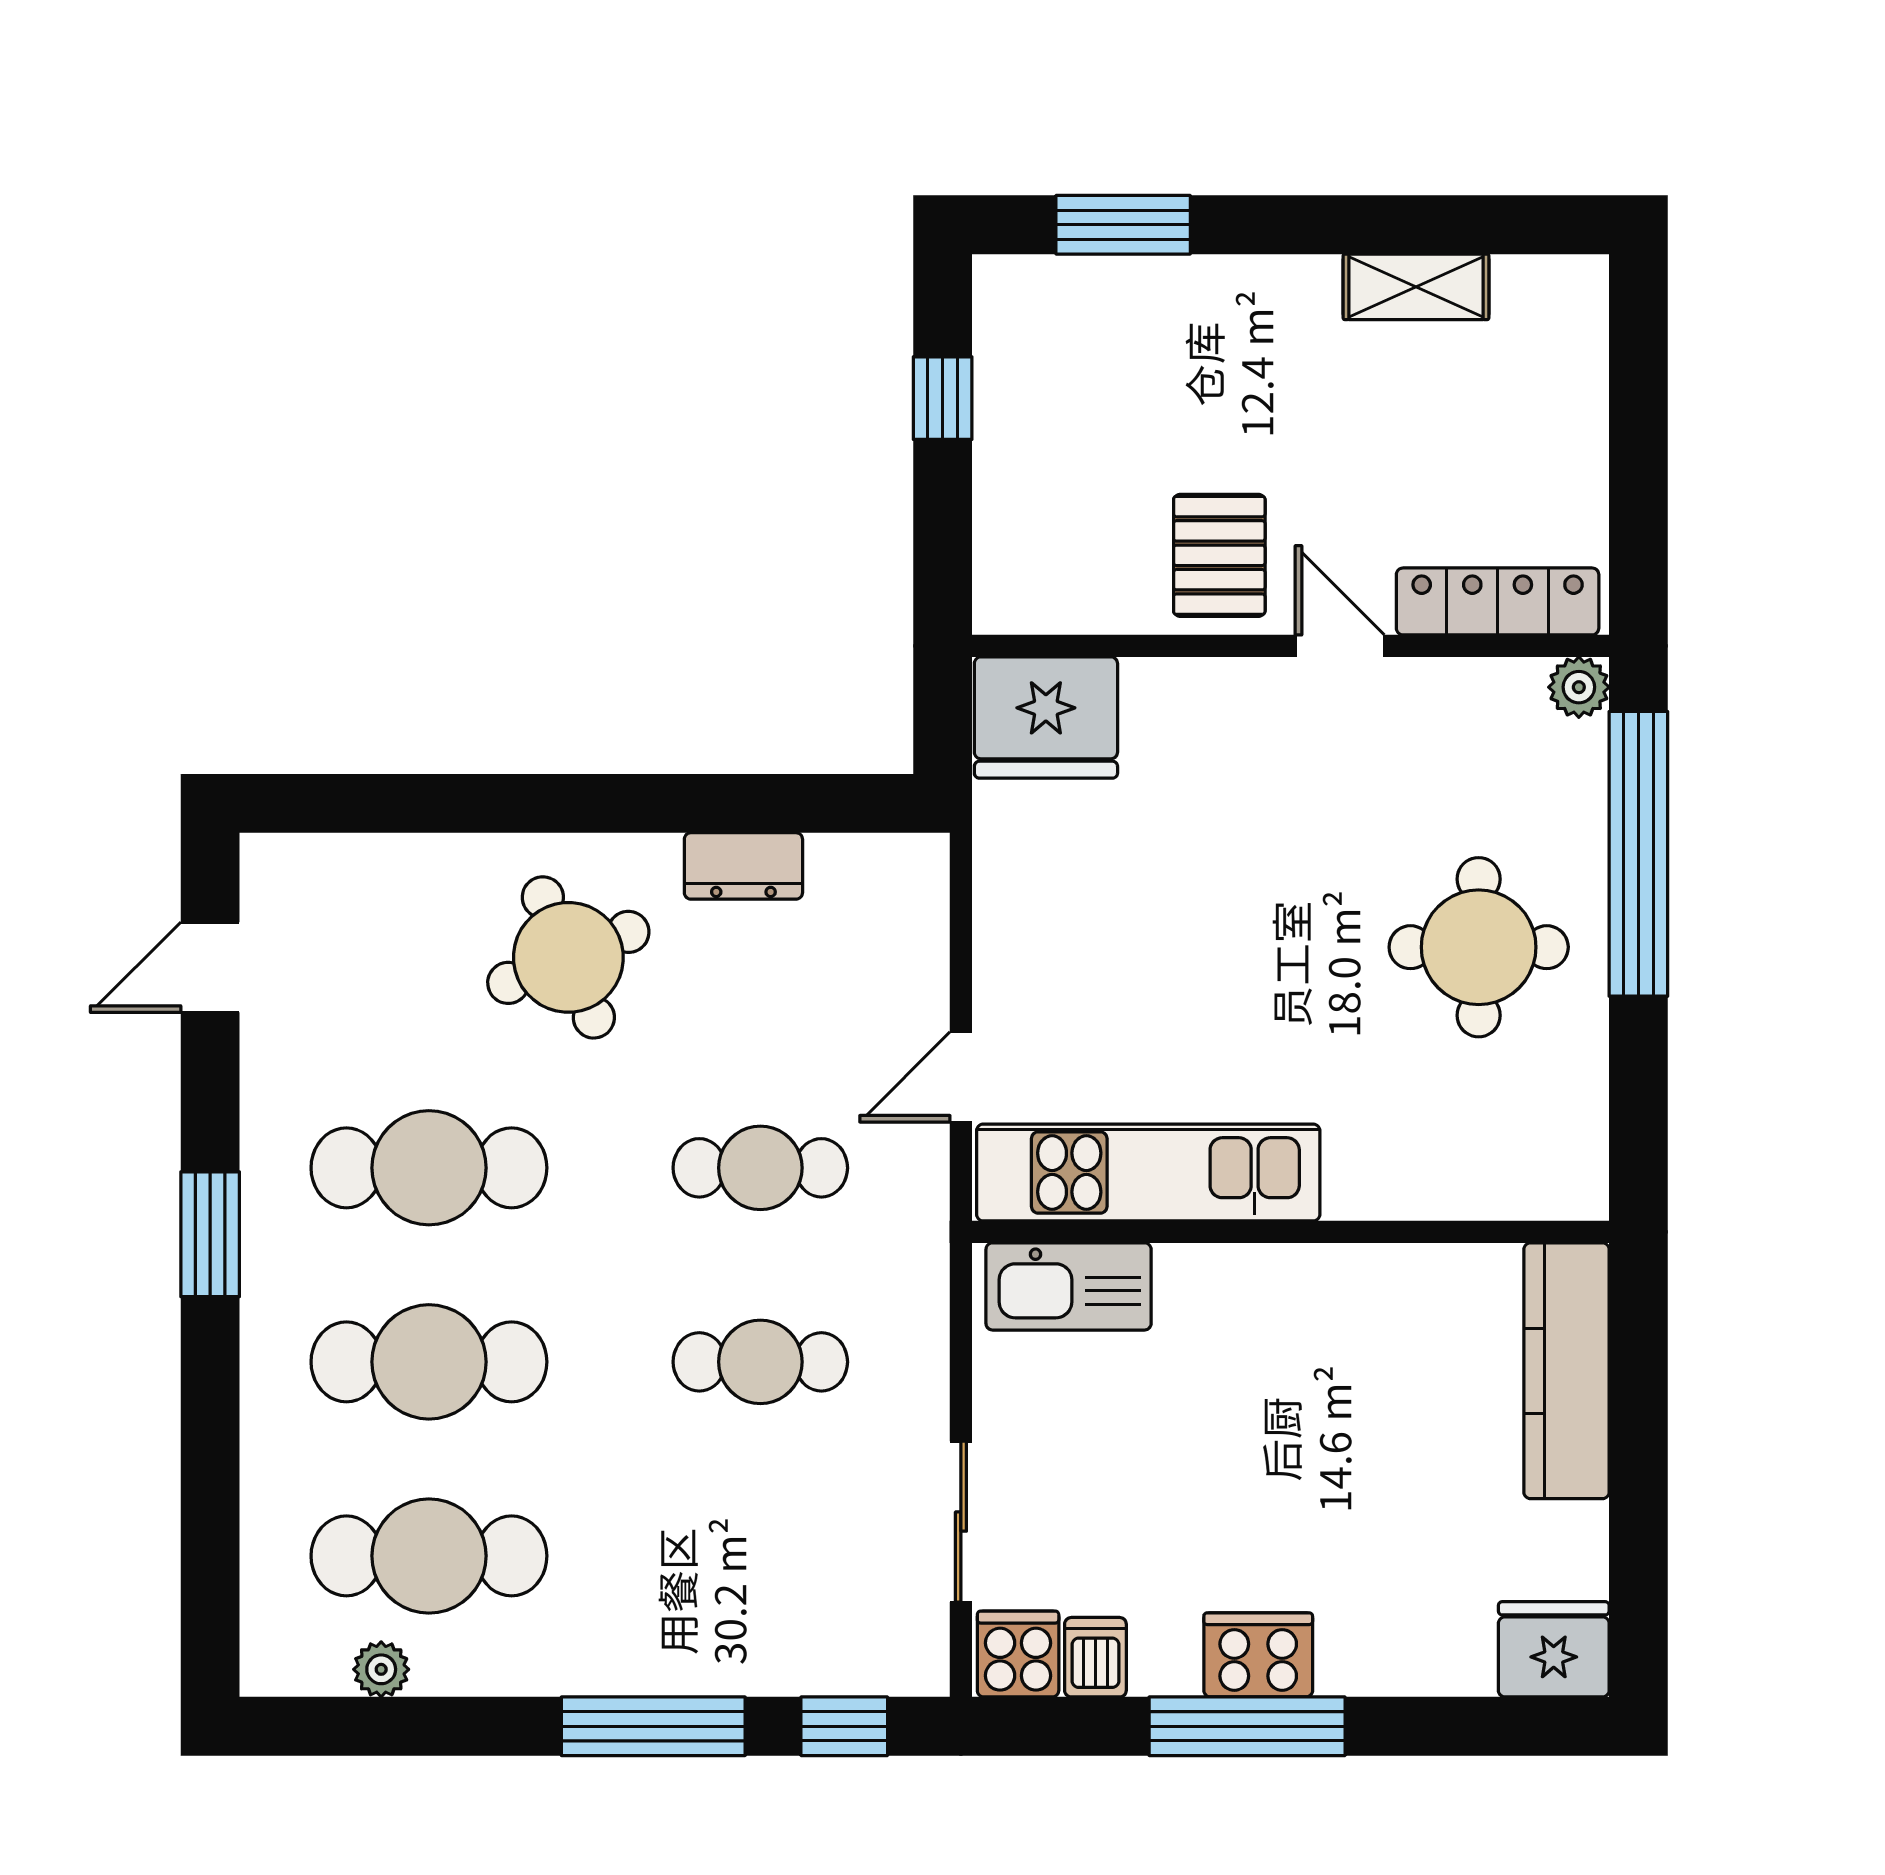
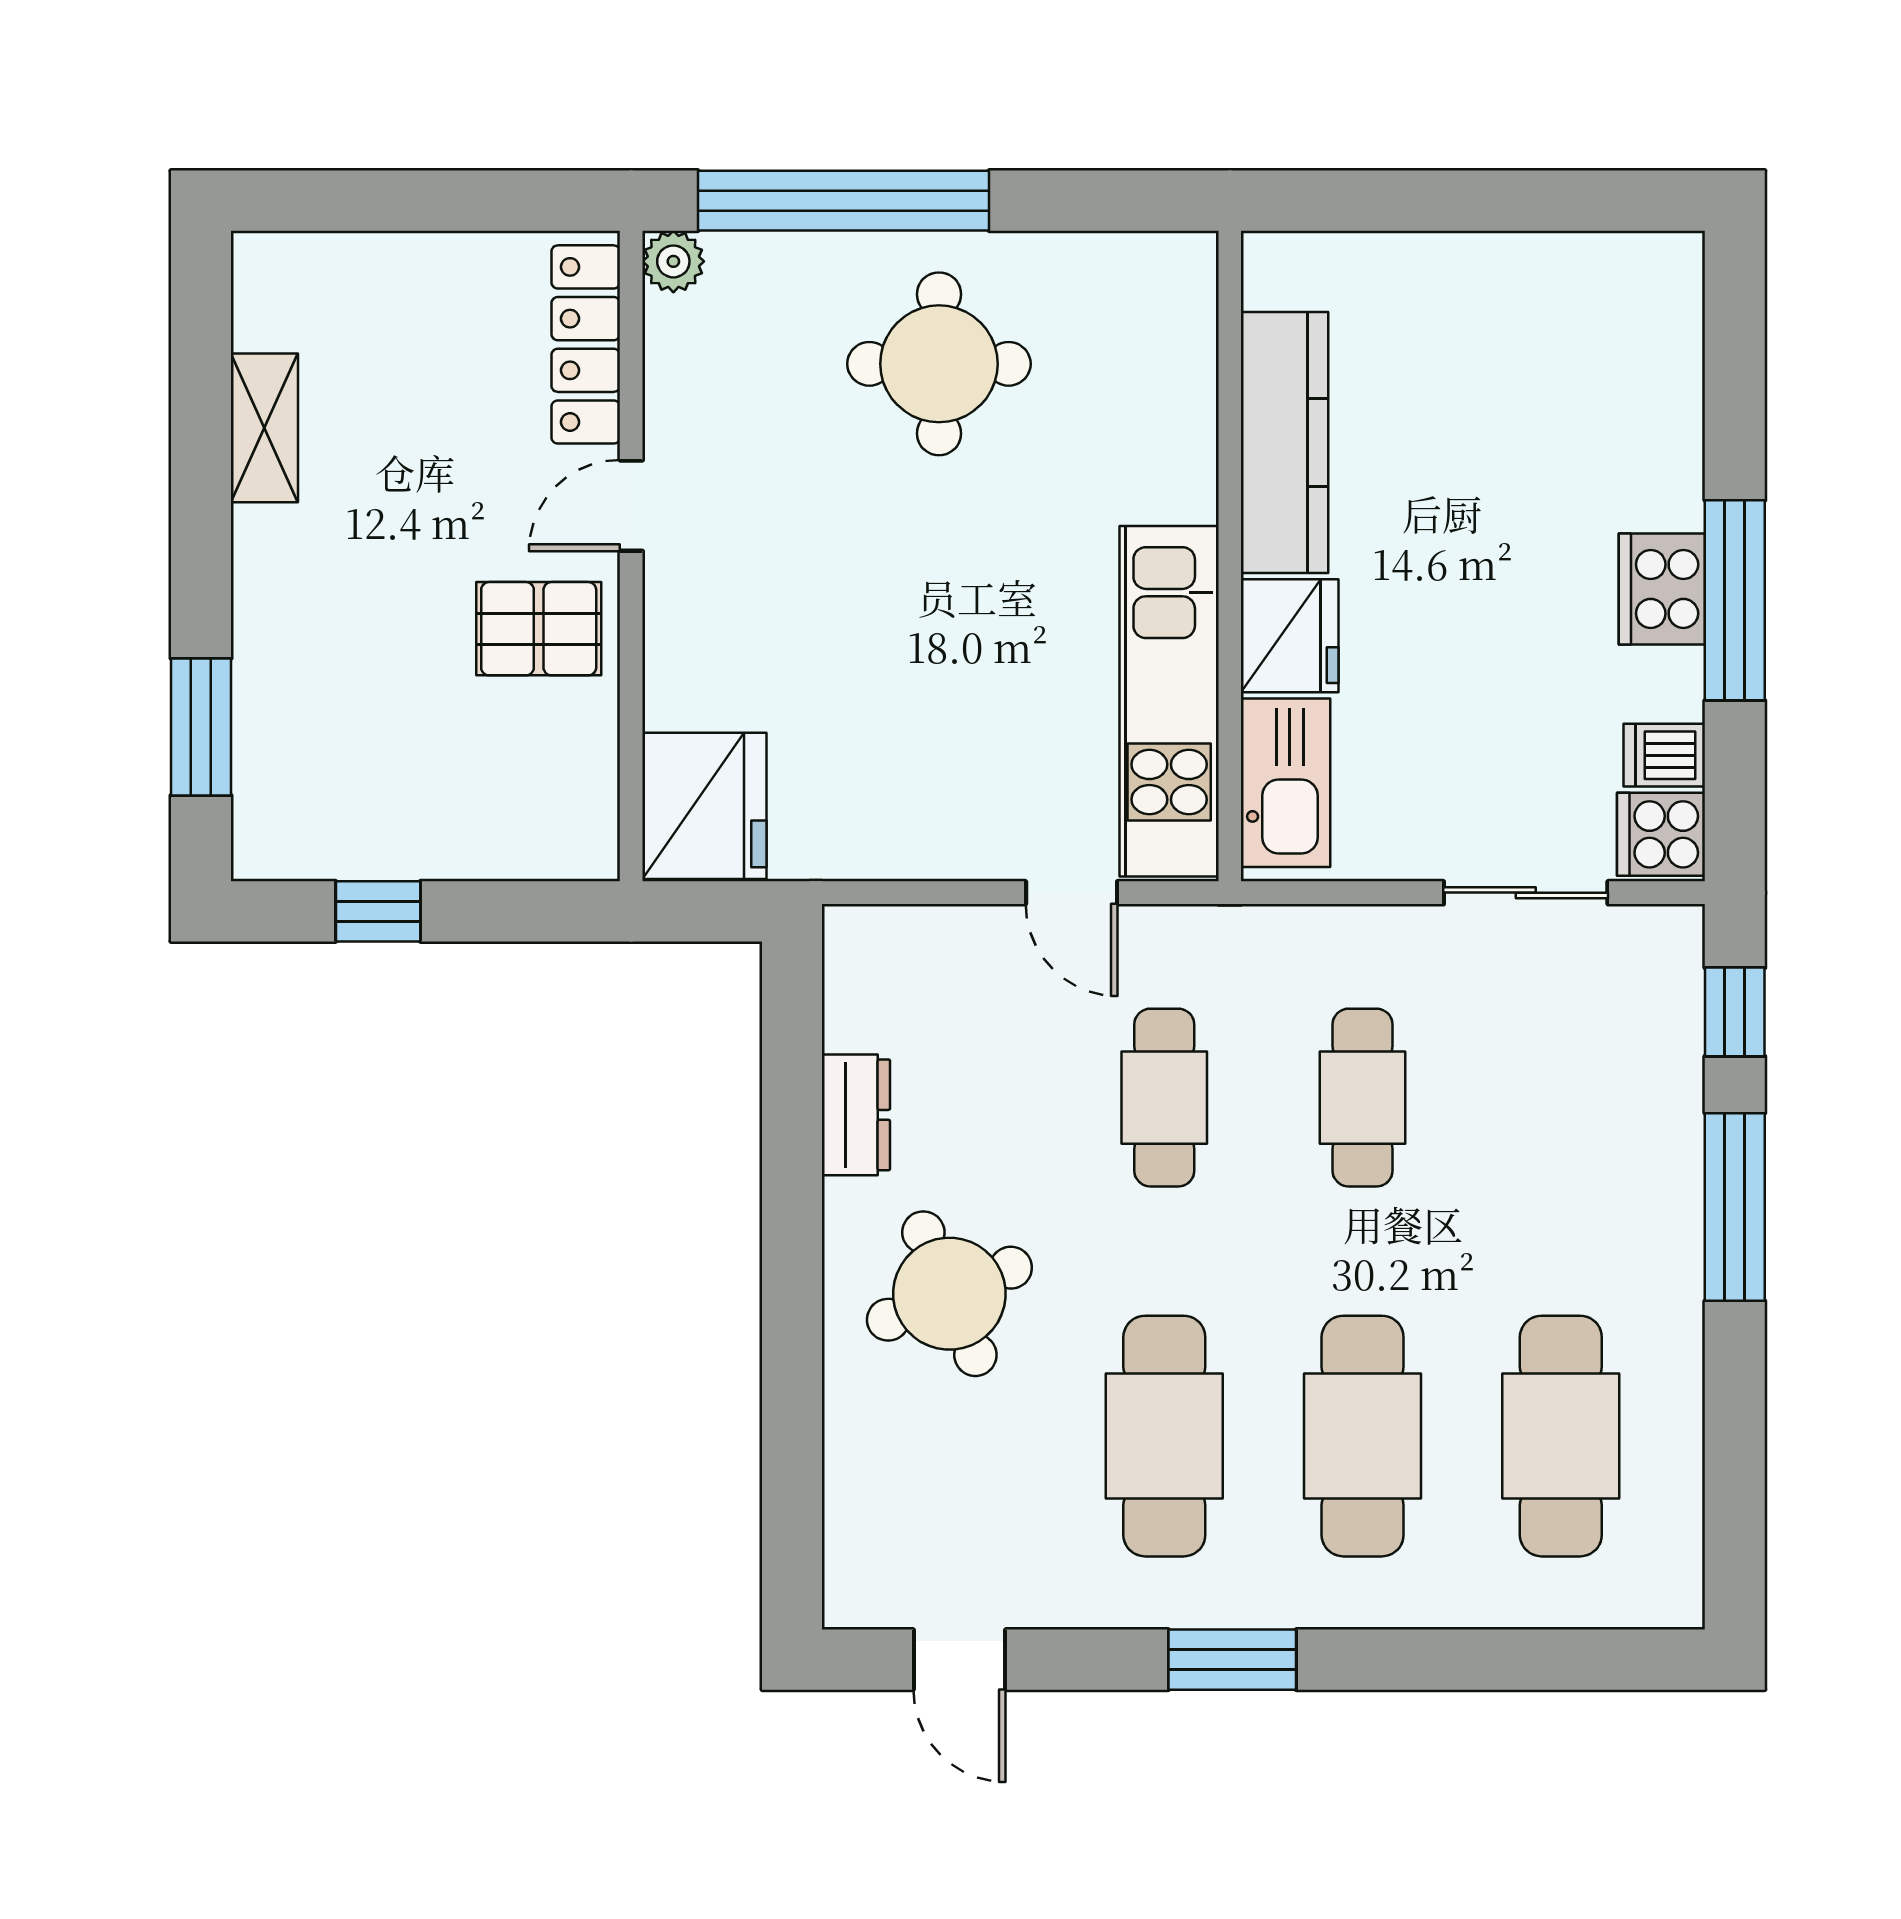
kitchen counter: (1566, 1371) -> (1285, 442), moved, turned -90
fridge: (1554, 1649) -> (1290, 636), moved, turned 180
plant: (381, 1669) -> (1677, 1485), removed

